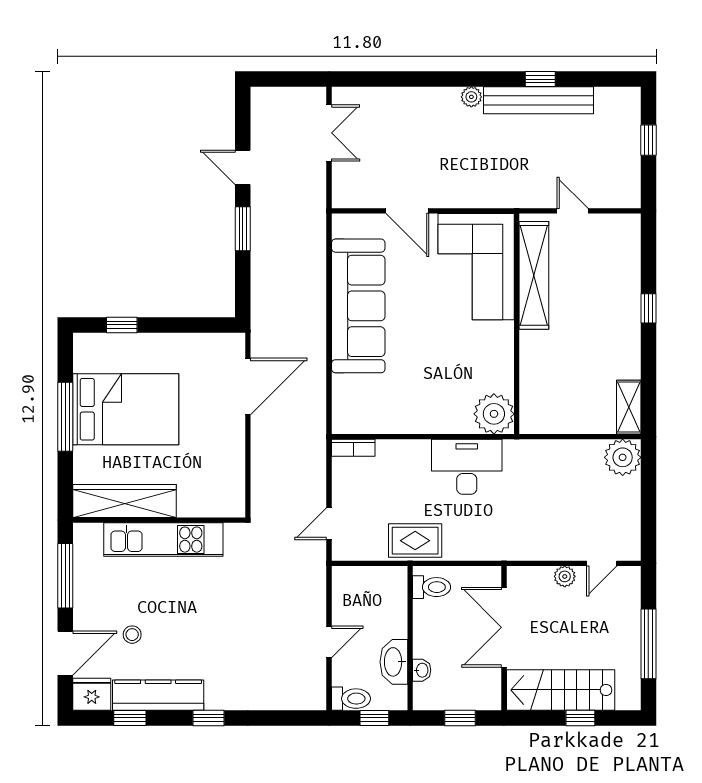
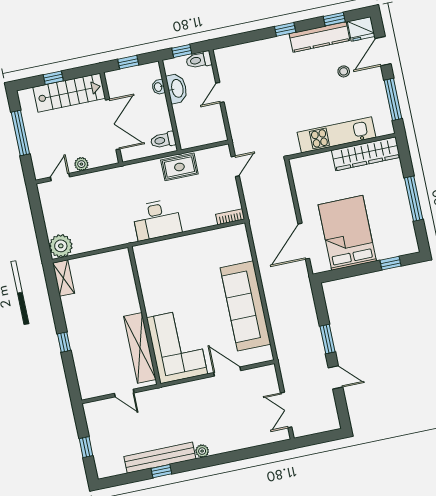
bed: (126, 409) -> (347, 233), moved, turned 90
plant: (494, 414) -> (147, 256), removed

